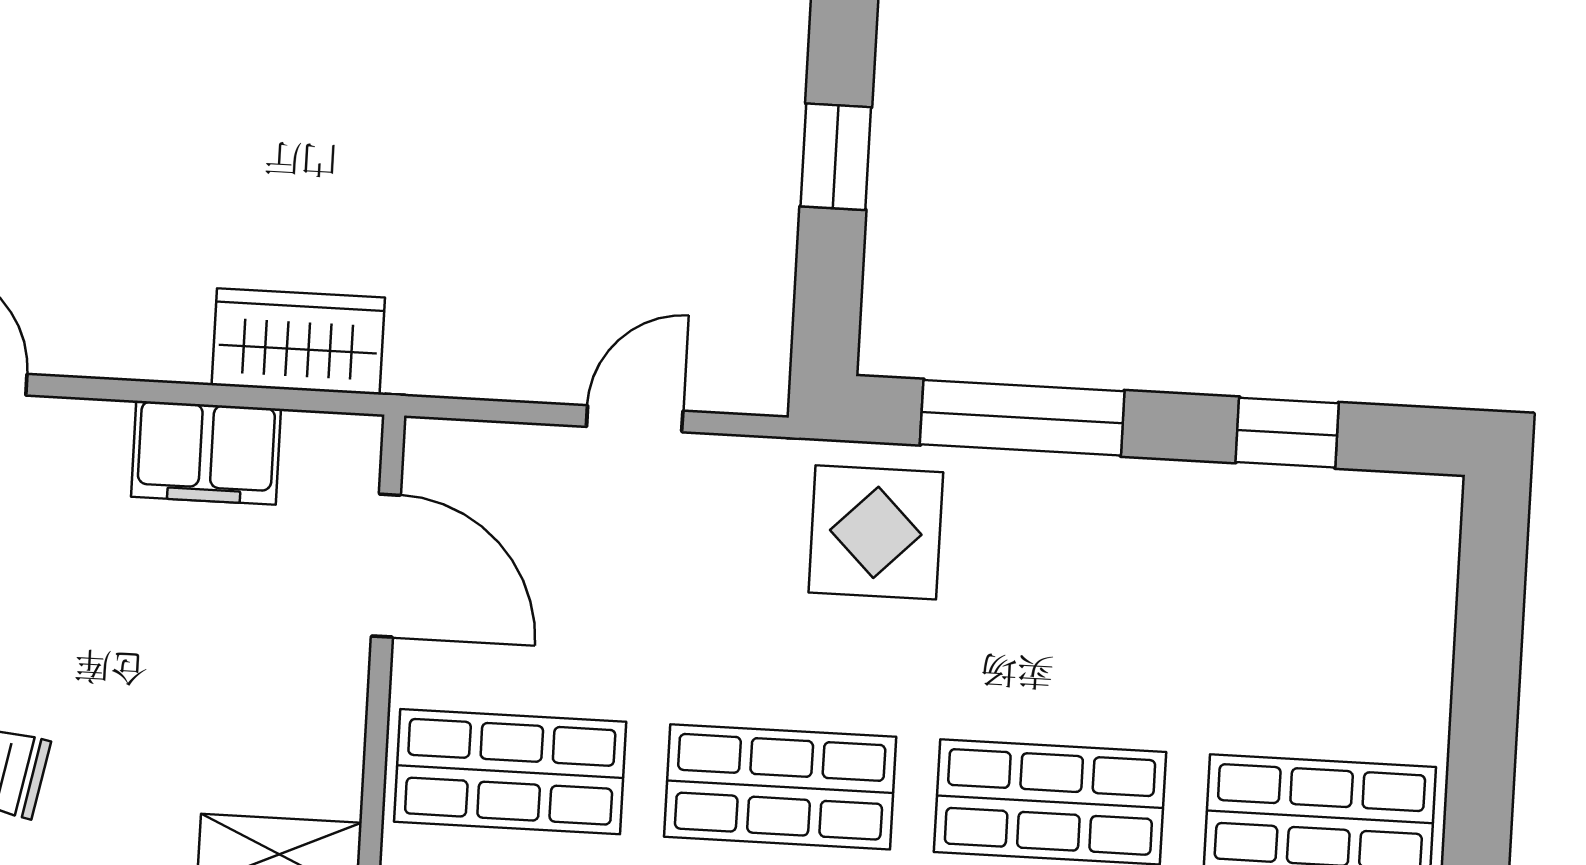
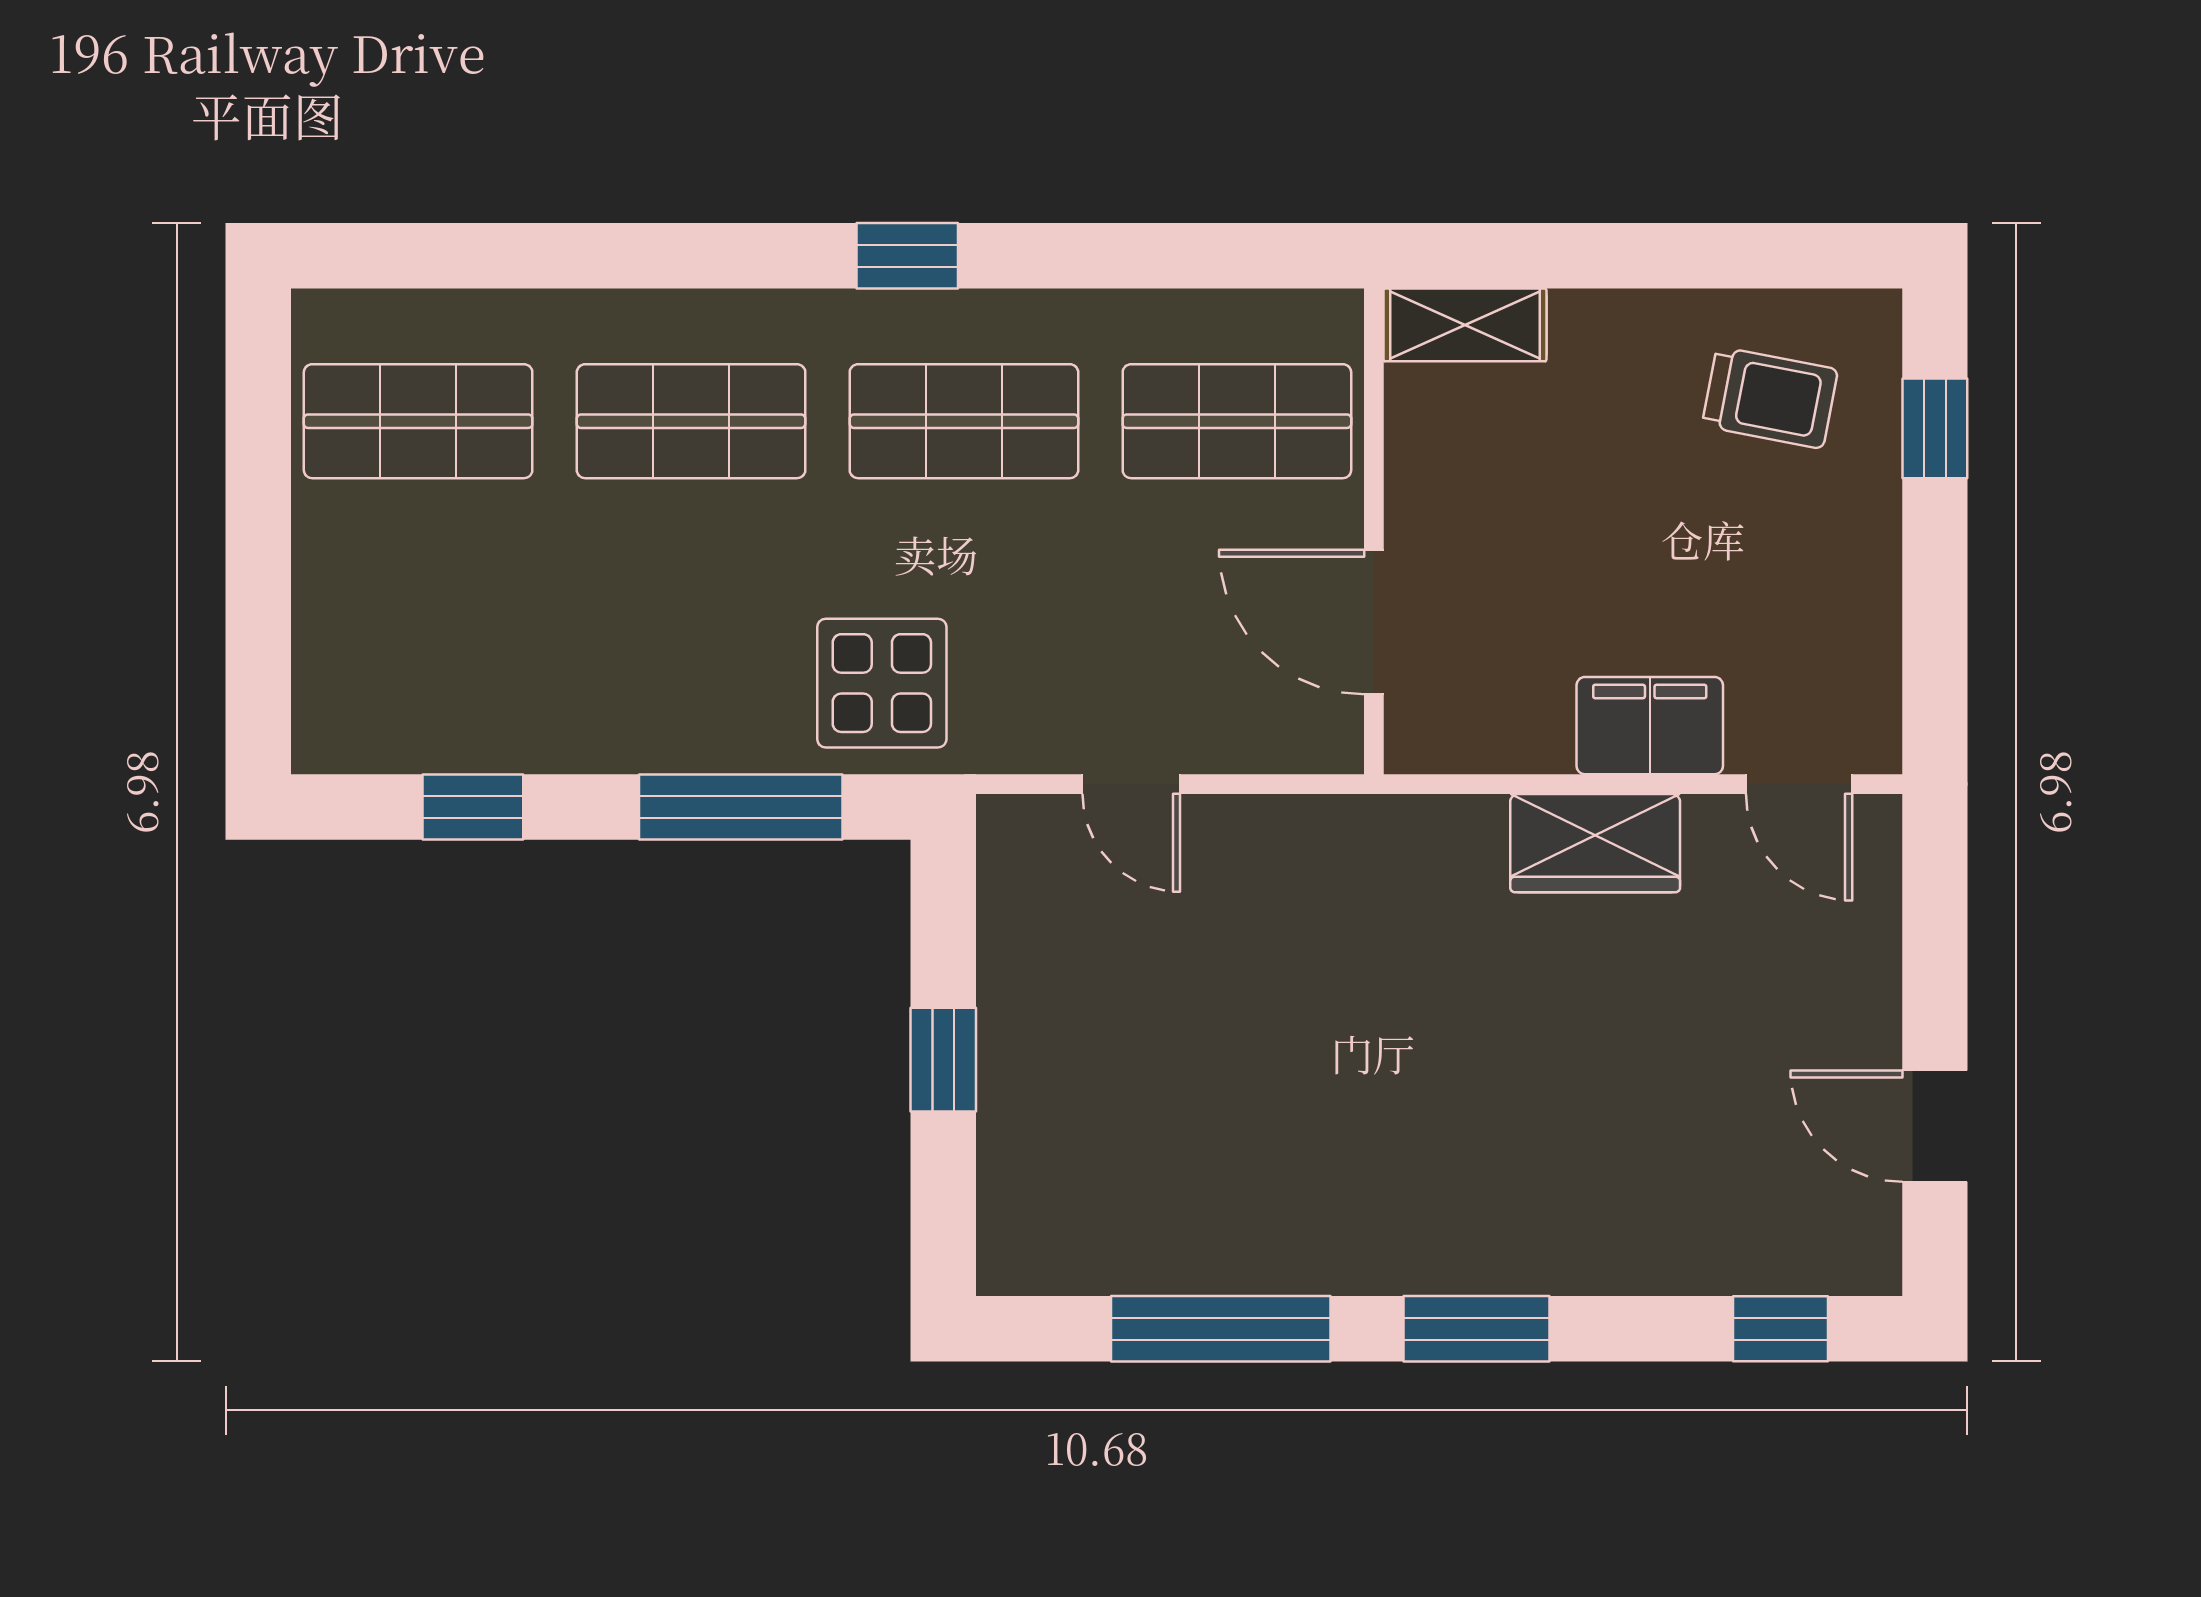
wardrobe: (298, 341) -> (1595, 843), moved
door: (635, 419) -> (1131, 784), hinge flipped
filing cabinet: (206, 453) -> (1650, 726), moved

